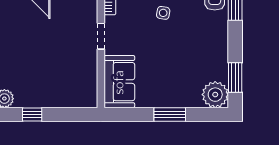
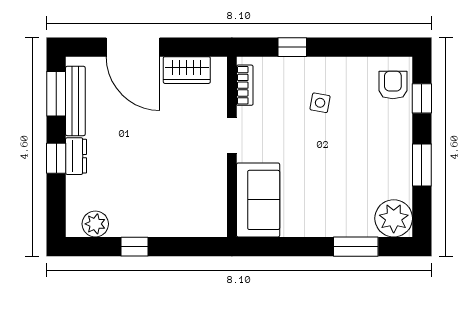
window: (235, 78) -> (422, 165), moved
window: (170, 114) -> (356, 247), moved

